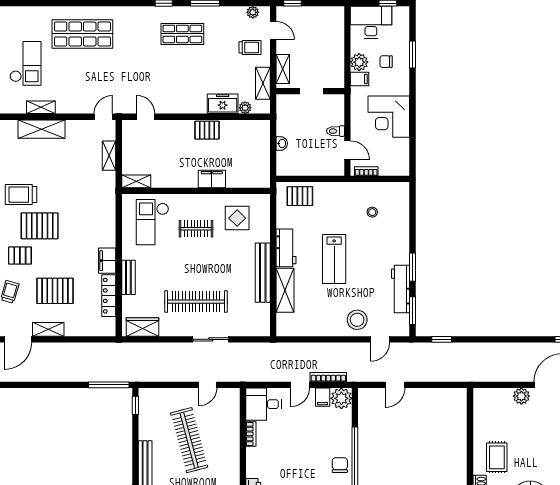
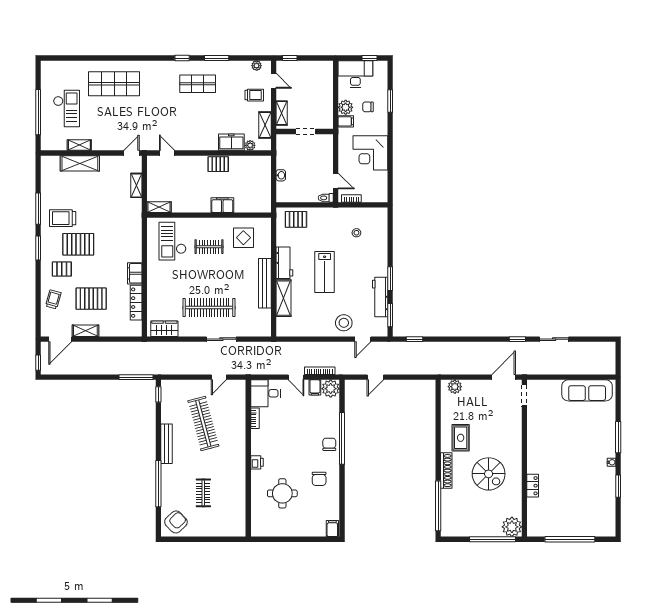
toilet: (336, 131) -> (326, 198), moved
bench: (128, 277) -> (152, 287), removed
door: (300, 385) -> (296, 377), hinge flipped
plant: (521, 396) -> (455, 387), moved

